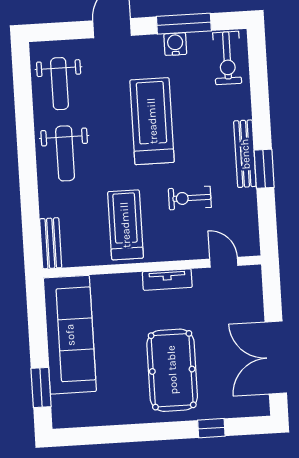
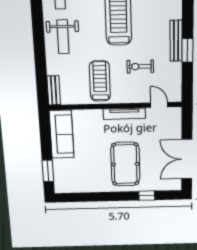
tv unit: (167, 280) -> (124, 114), width x1.41
sofa: (70, 335) -> (62, 134), width x0.74, depth x0.79

